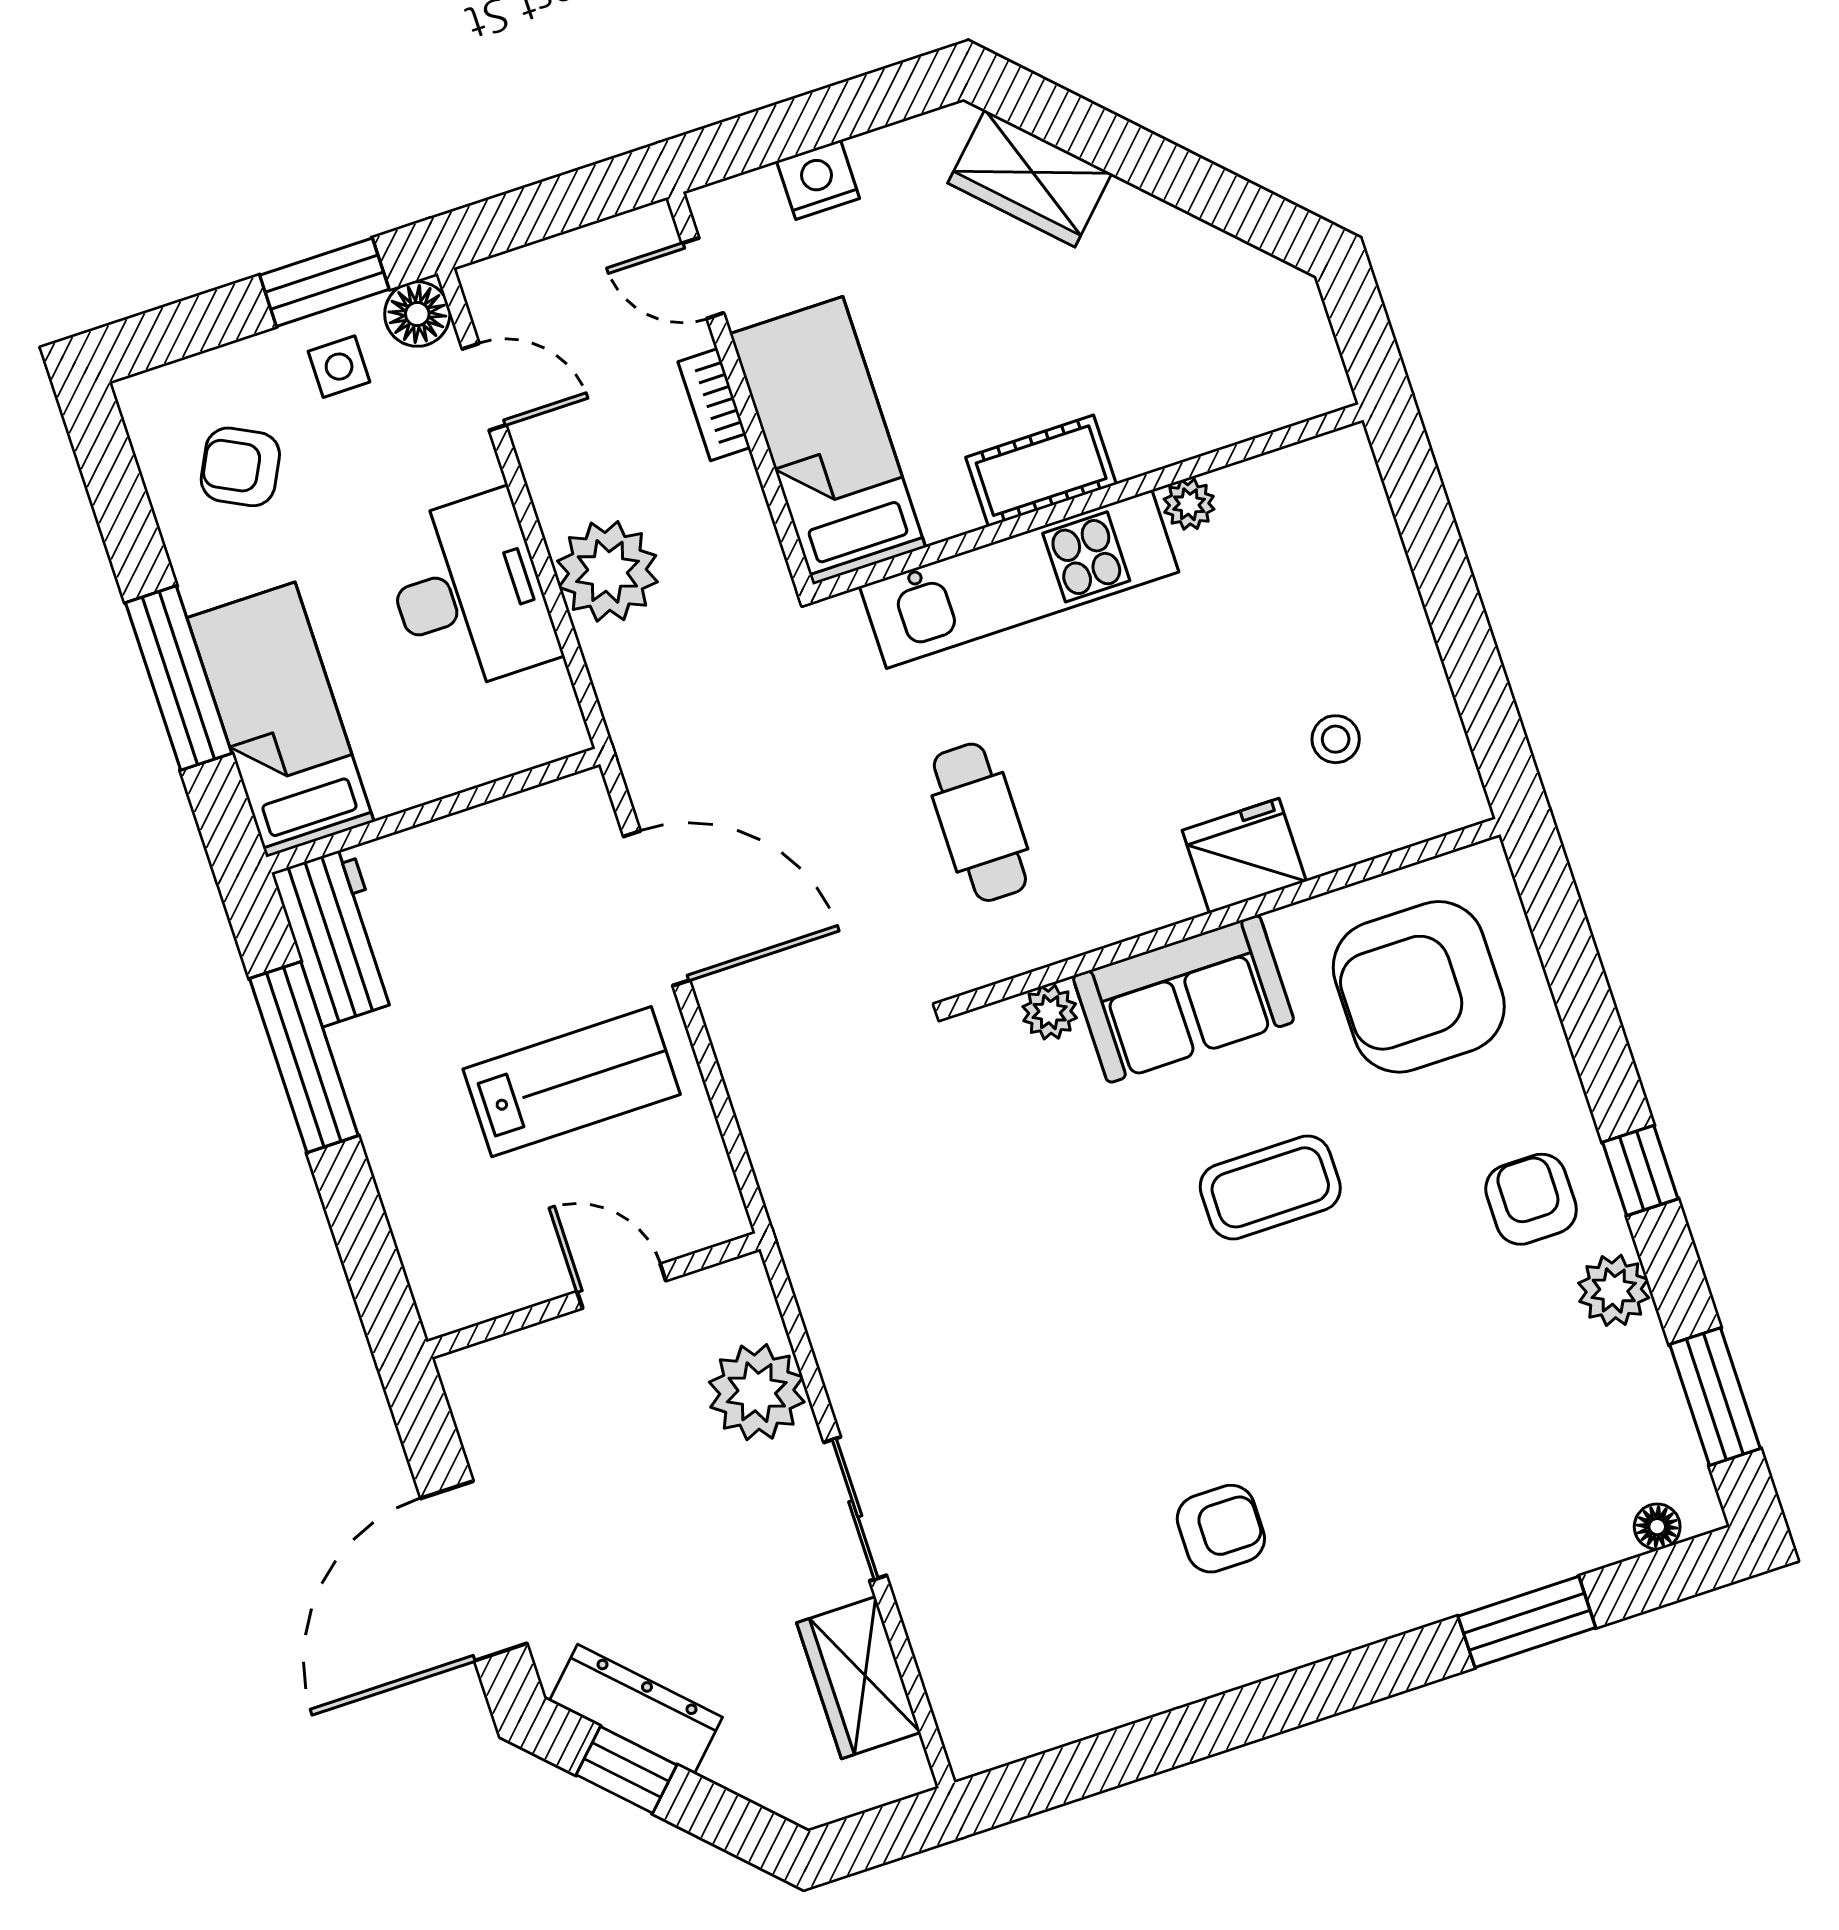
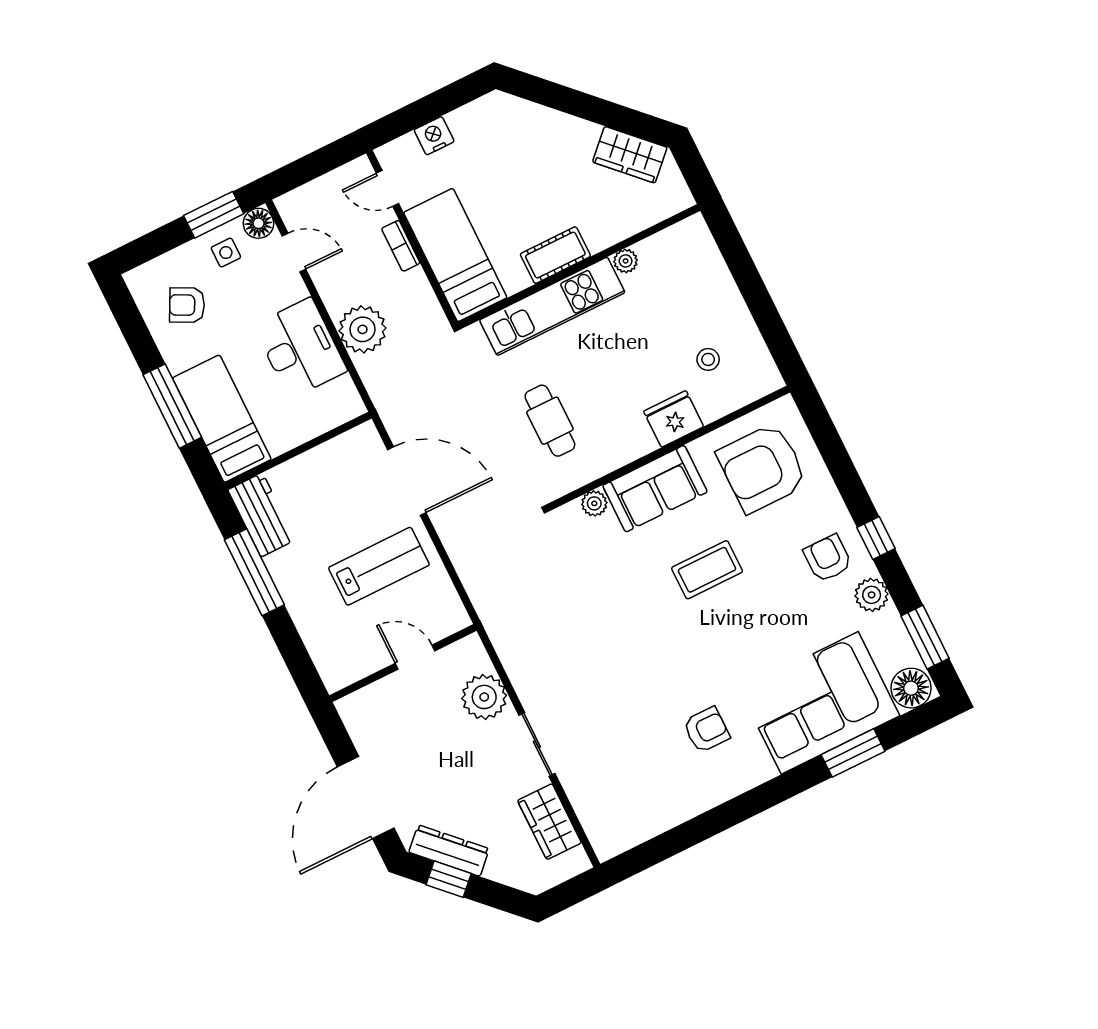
wardrobe: (1030, 178) -> (630, 155), moved
corner sofa: (1471, 1505) -> (820, 703), added
floor lamp: (1657, 1527) -> (911, 688), width x1.89, depth x1.89

